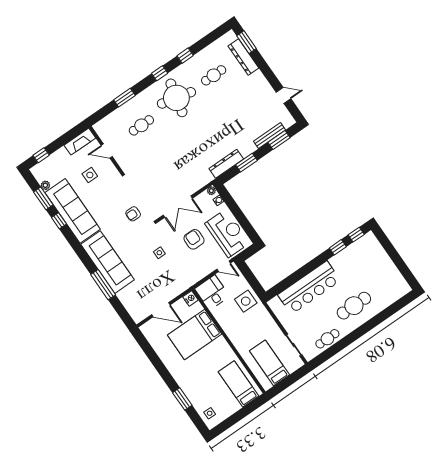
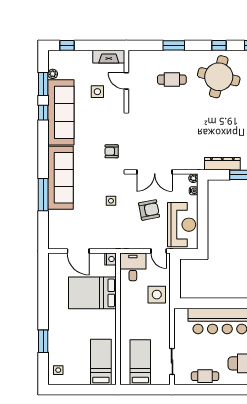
armchair: (194, 239) -> (149, 210), turned 79

